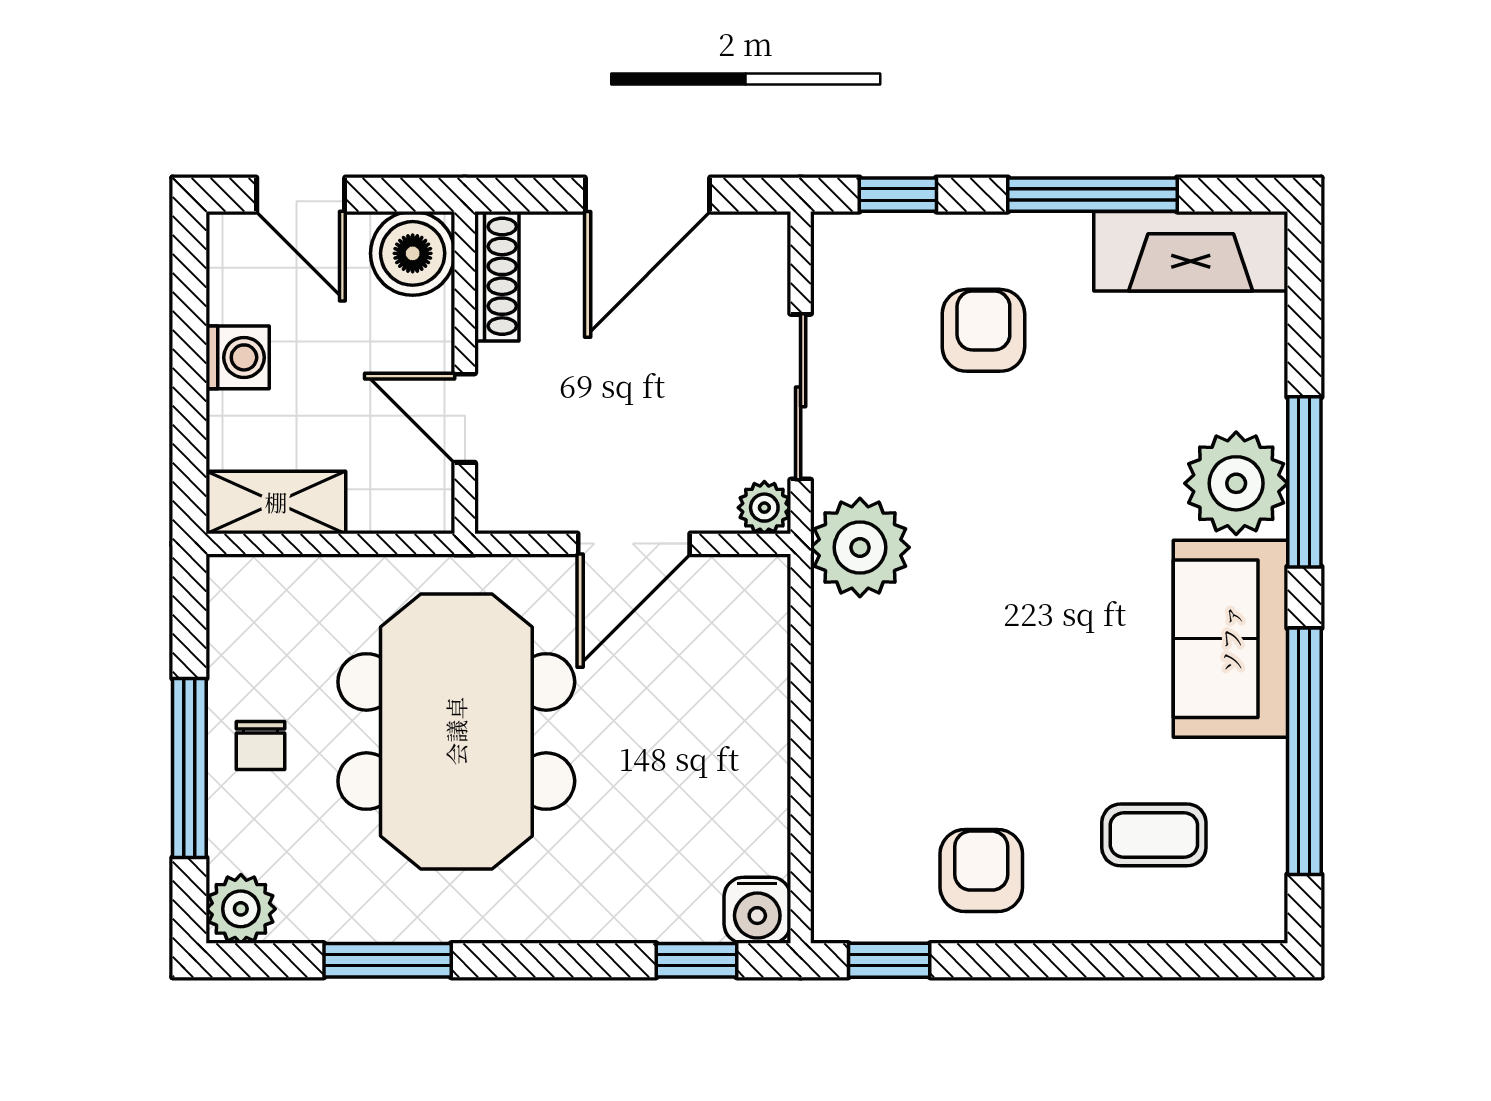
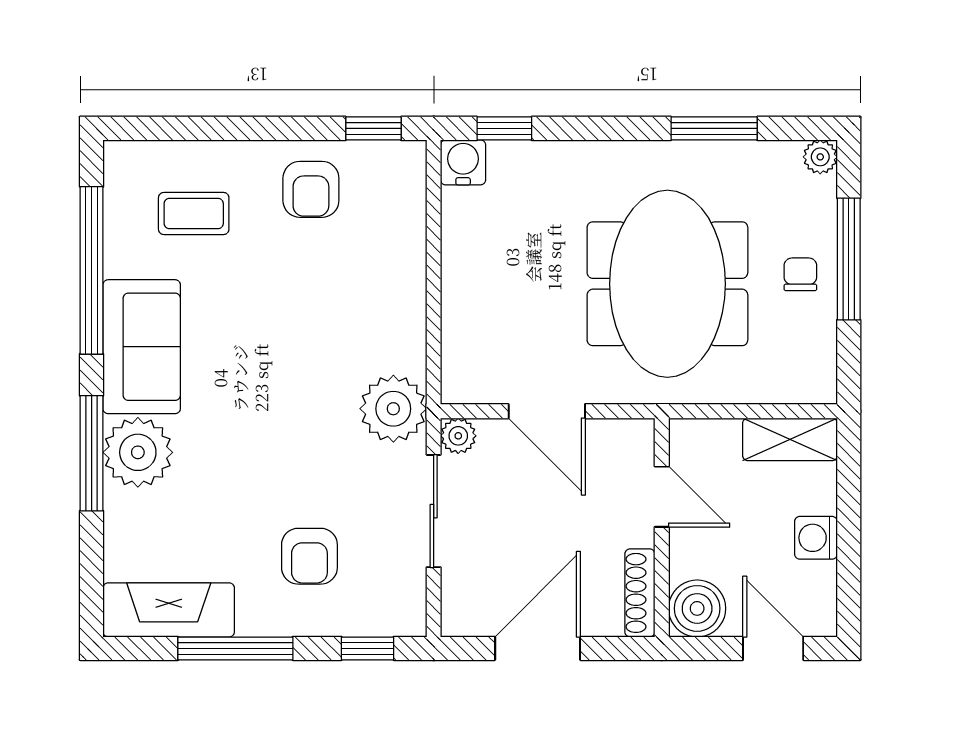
door: (634, 544) -> (547, 411), swing flipped
plant: (241, 909) -> (820, 157), width x0.73, depth x0.73

